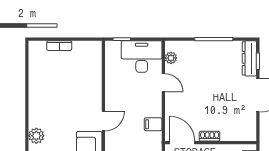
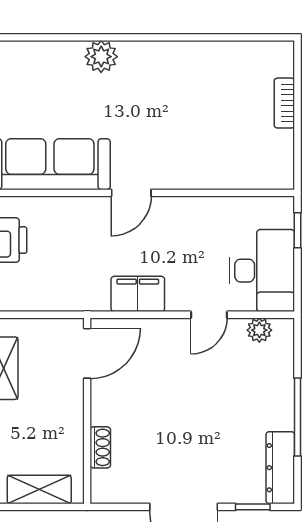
dresser: (249, 58) -> (280, 468), moved, turned -90
door: (103, 121) -> (131, 193), hinge flipped
filing cabinet: (153, 124) -> (138, 294), width x2.00
shoe rack: (210, 136) -> (100, 447), moved

